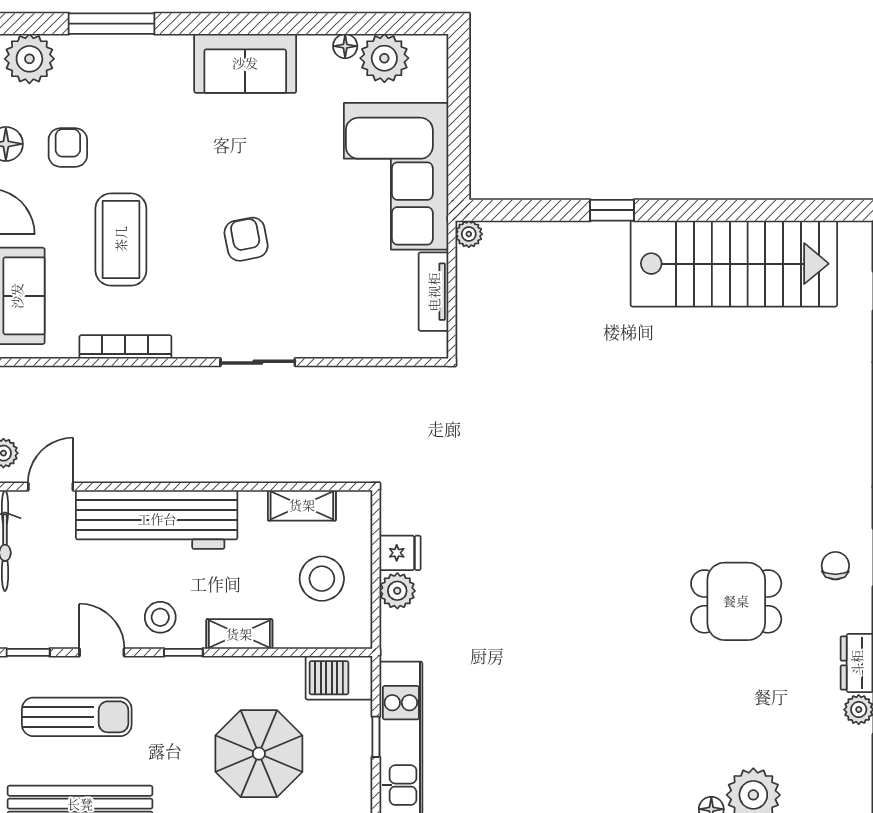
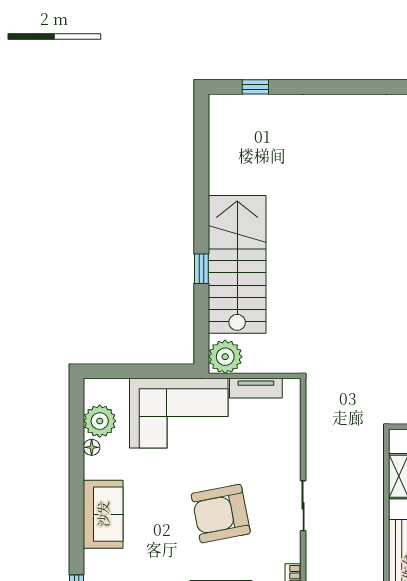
plant: (469, 234) -> (225, 357), width x1.88, depth x1.88
armchair: (246, 239) -> (221, 514), width x1.88, depth x1.88
stairs: (734, 264) -> (237, 264), moved

